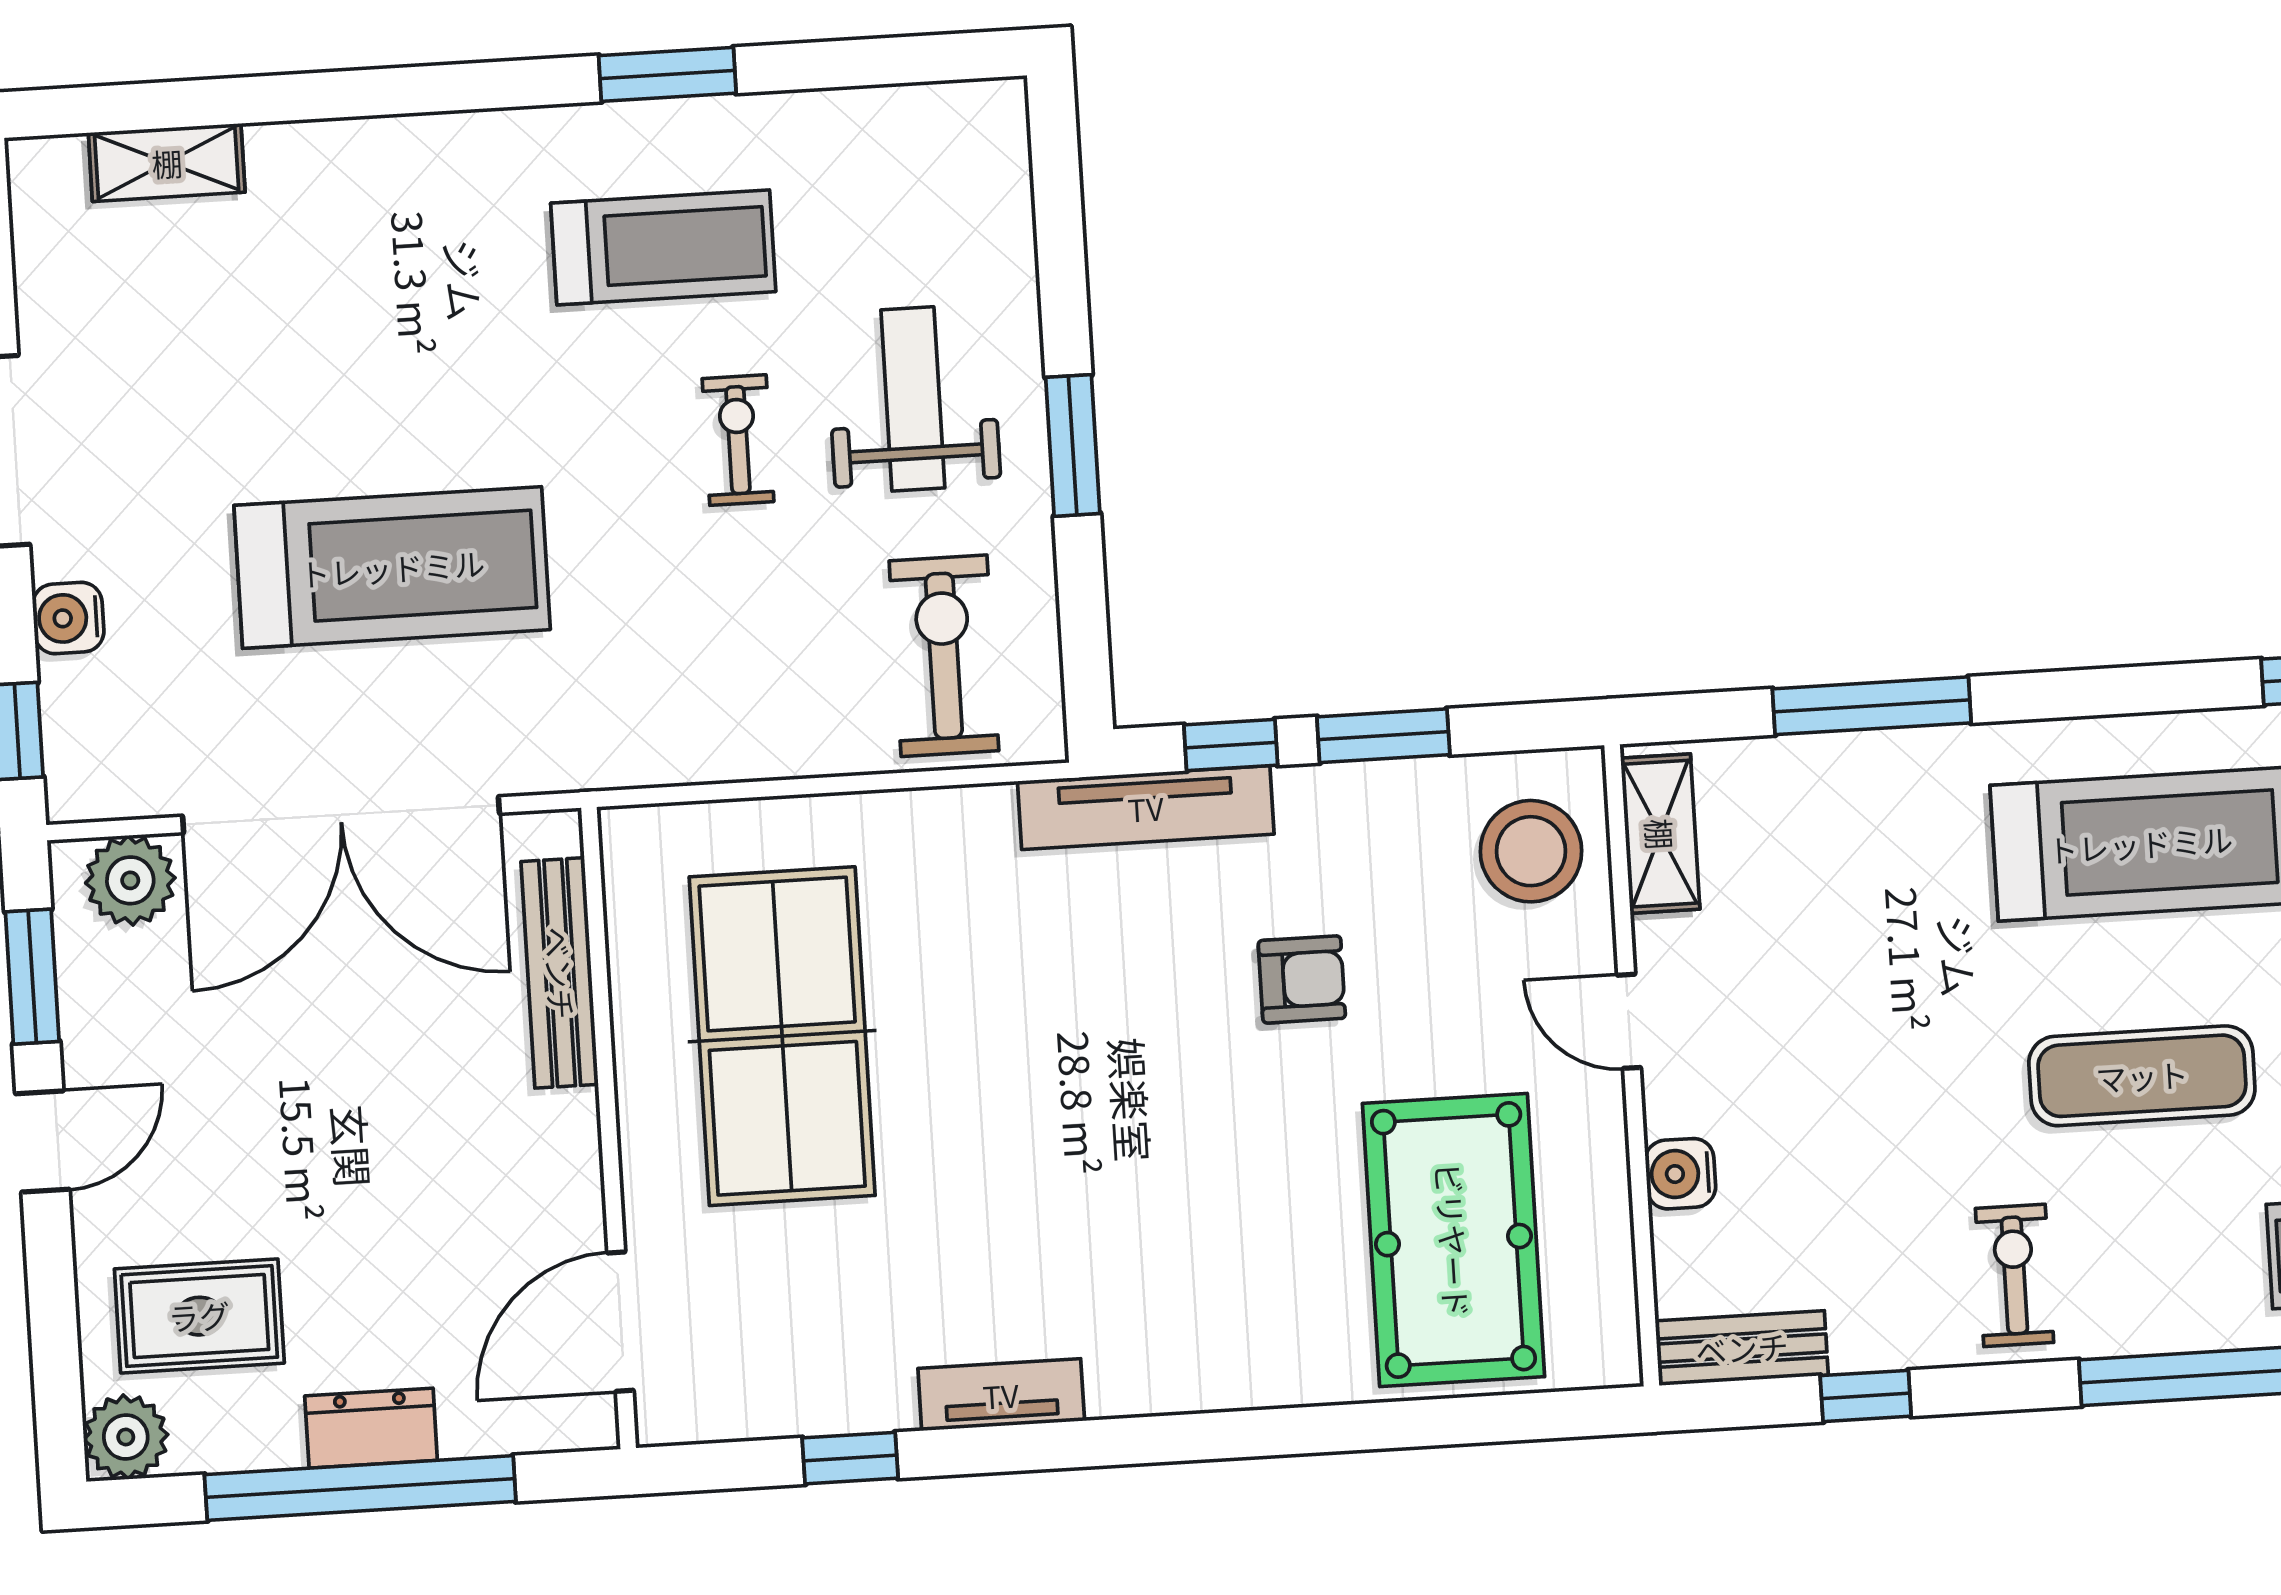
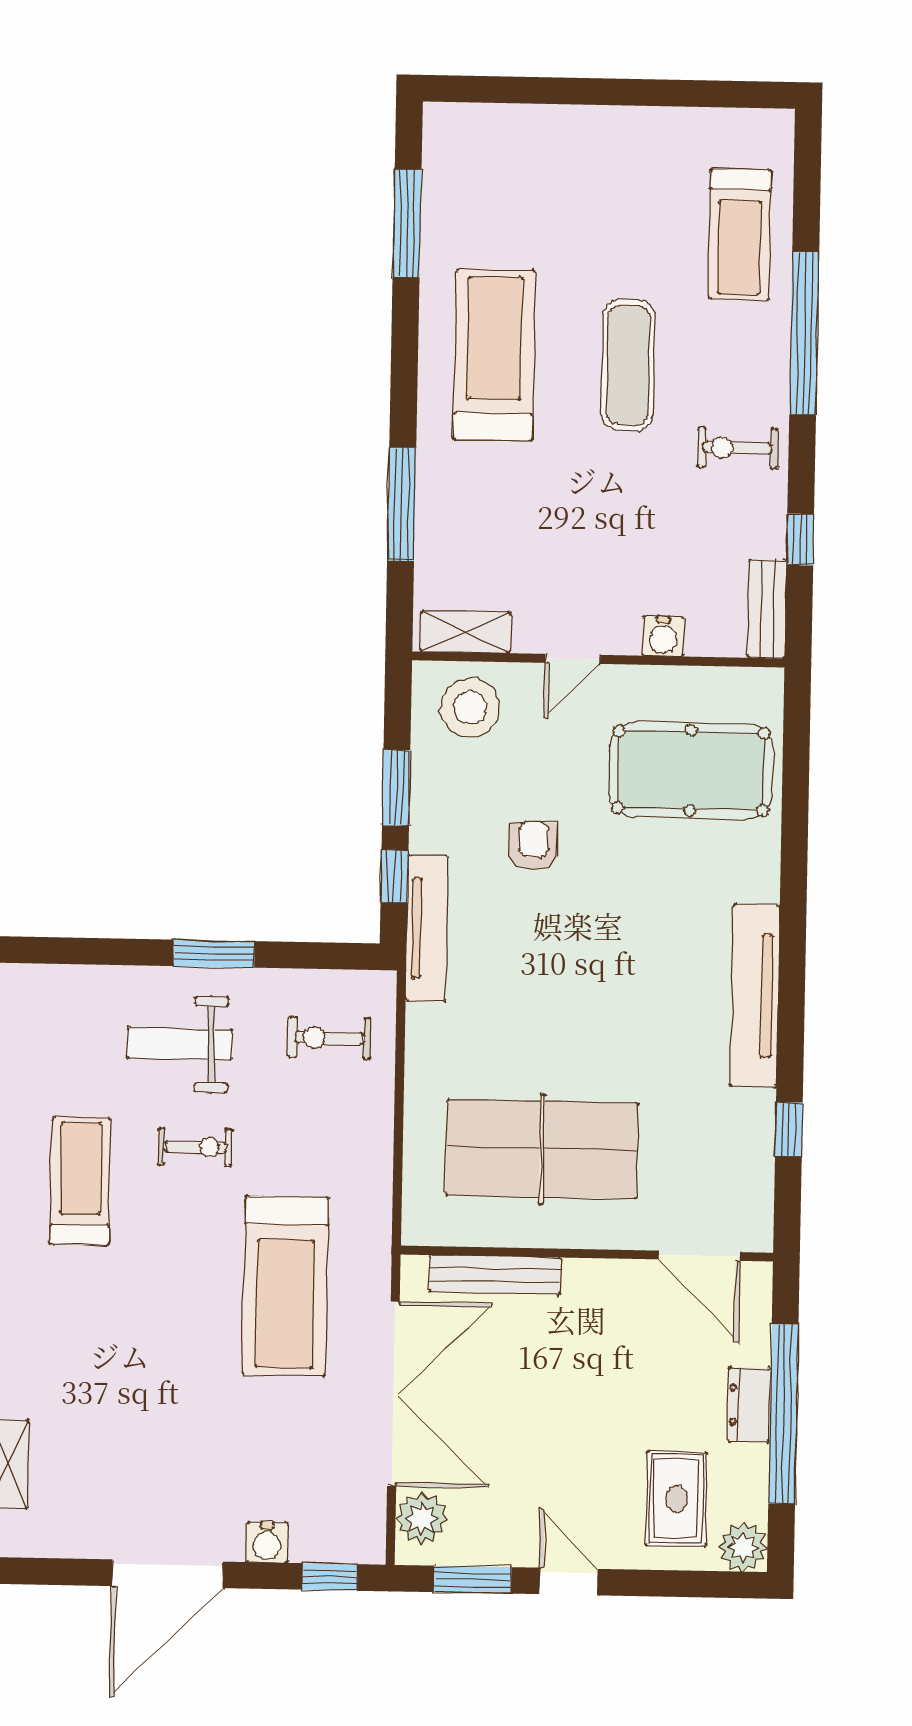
exercise bike: (738, 440) -> (195, 1147), turned 180
treadmill: (392, 568) -> (285, 1286), moved, turned 180
exercise bike: (944, 656) -> (330, 1038), width x0.73, depth x0.72
tv unit: (1001, 1395) -> (755, 996), width x1.92, depth x1.29

